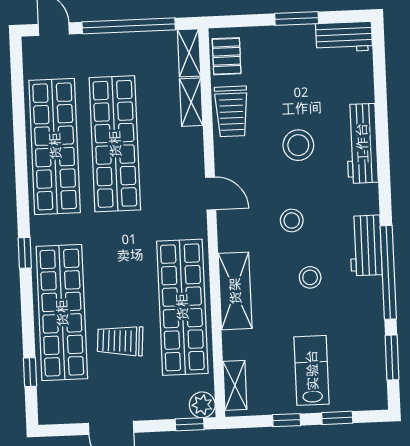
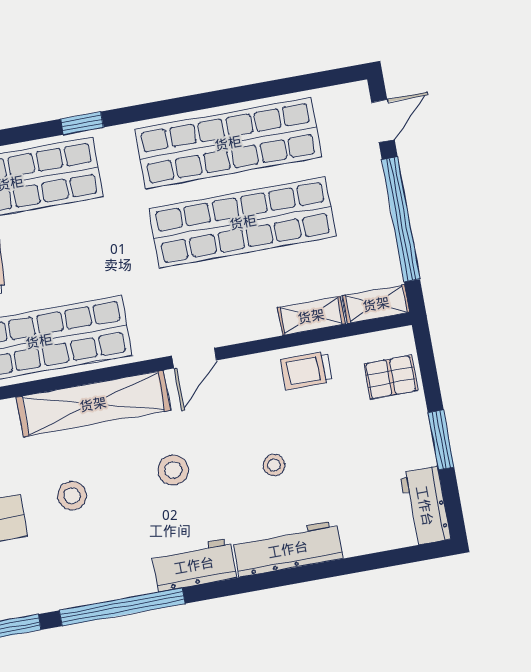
pallet: (227, 56) -> (391, 377), moved
trolley: (231, 111) -> (307, 371), width x0.73, depth x0.72
stool: (298, 145) -> (274, 465), width x0.53, depth x0.53
workbench: (366, 245) -> (194, 565), moved
stool: (310, 277) -> (72, 496), moved
shelving: (235, 291) -> (93, 404), width x1.47

